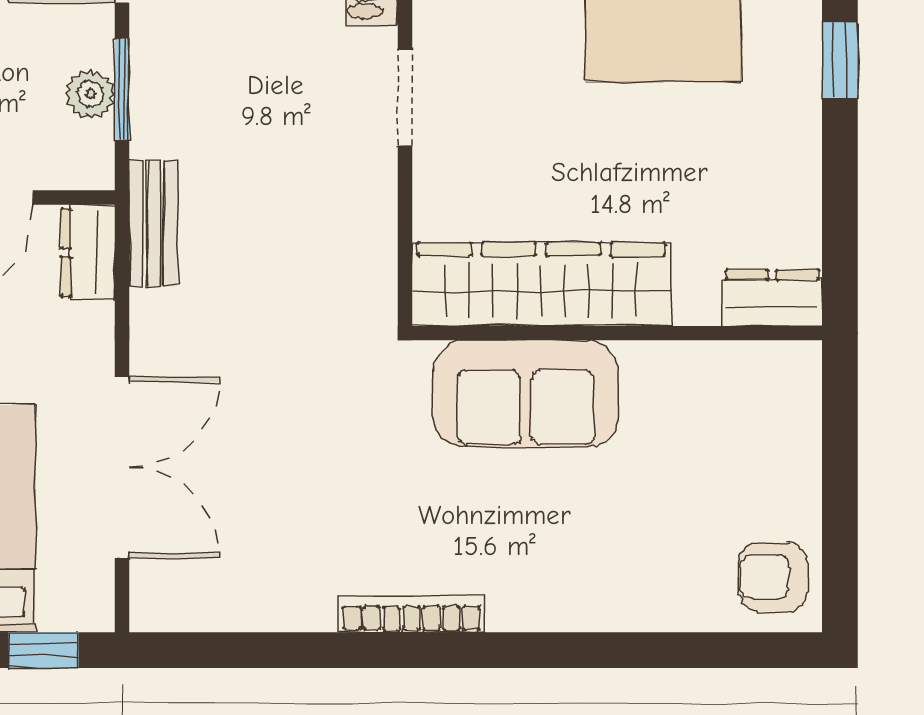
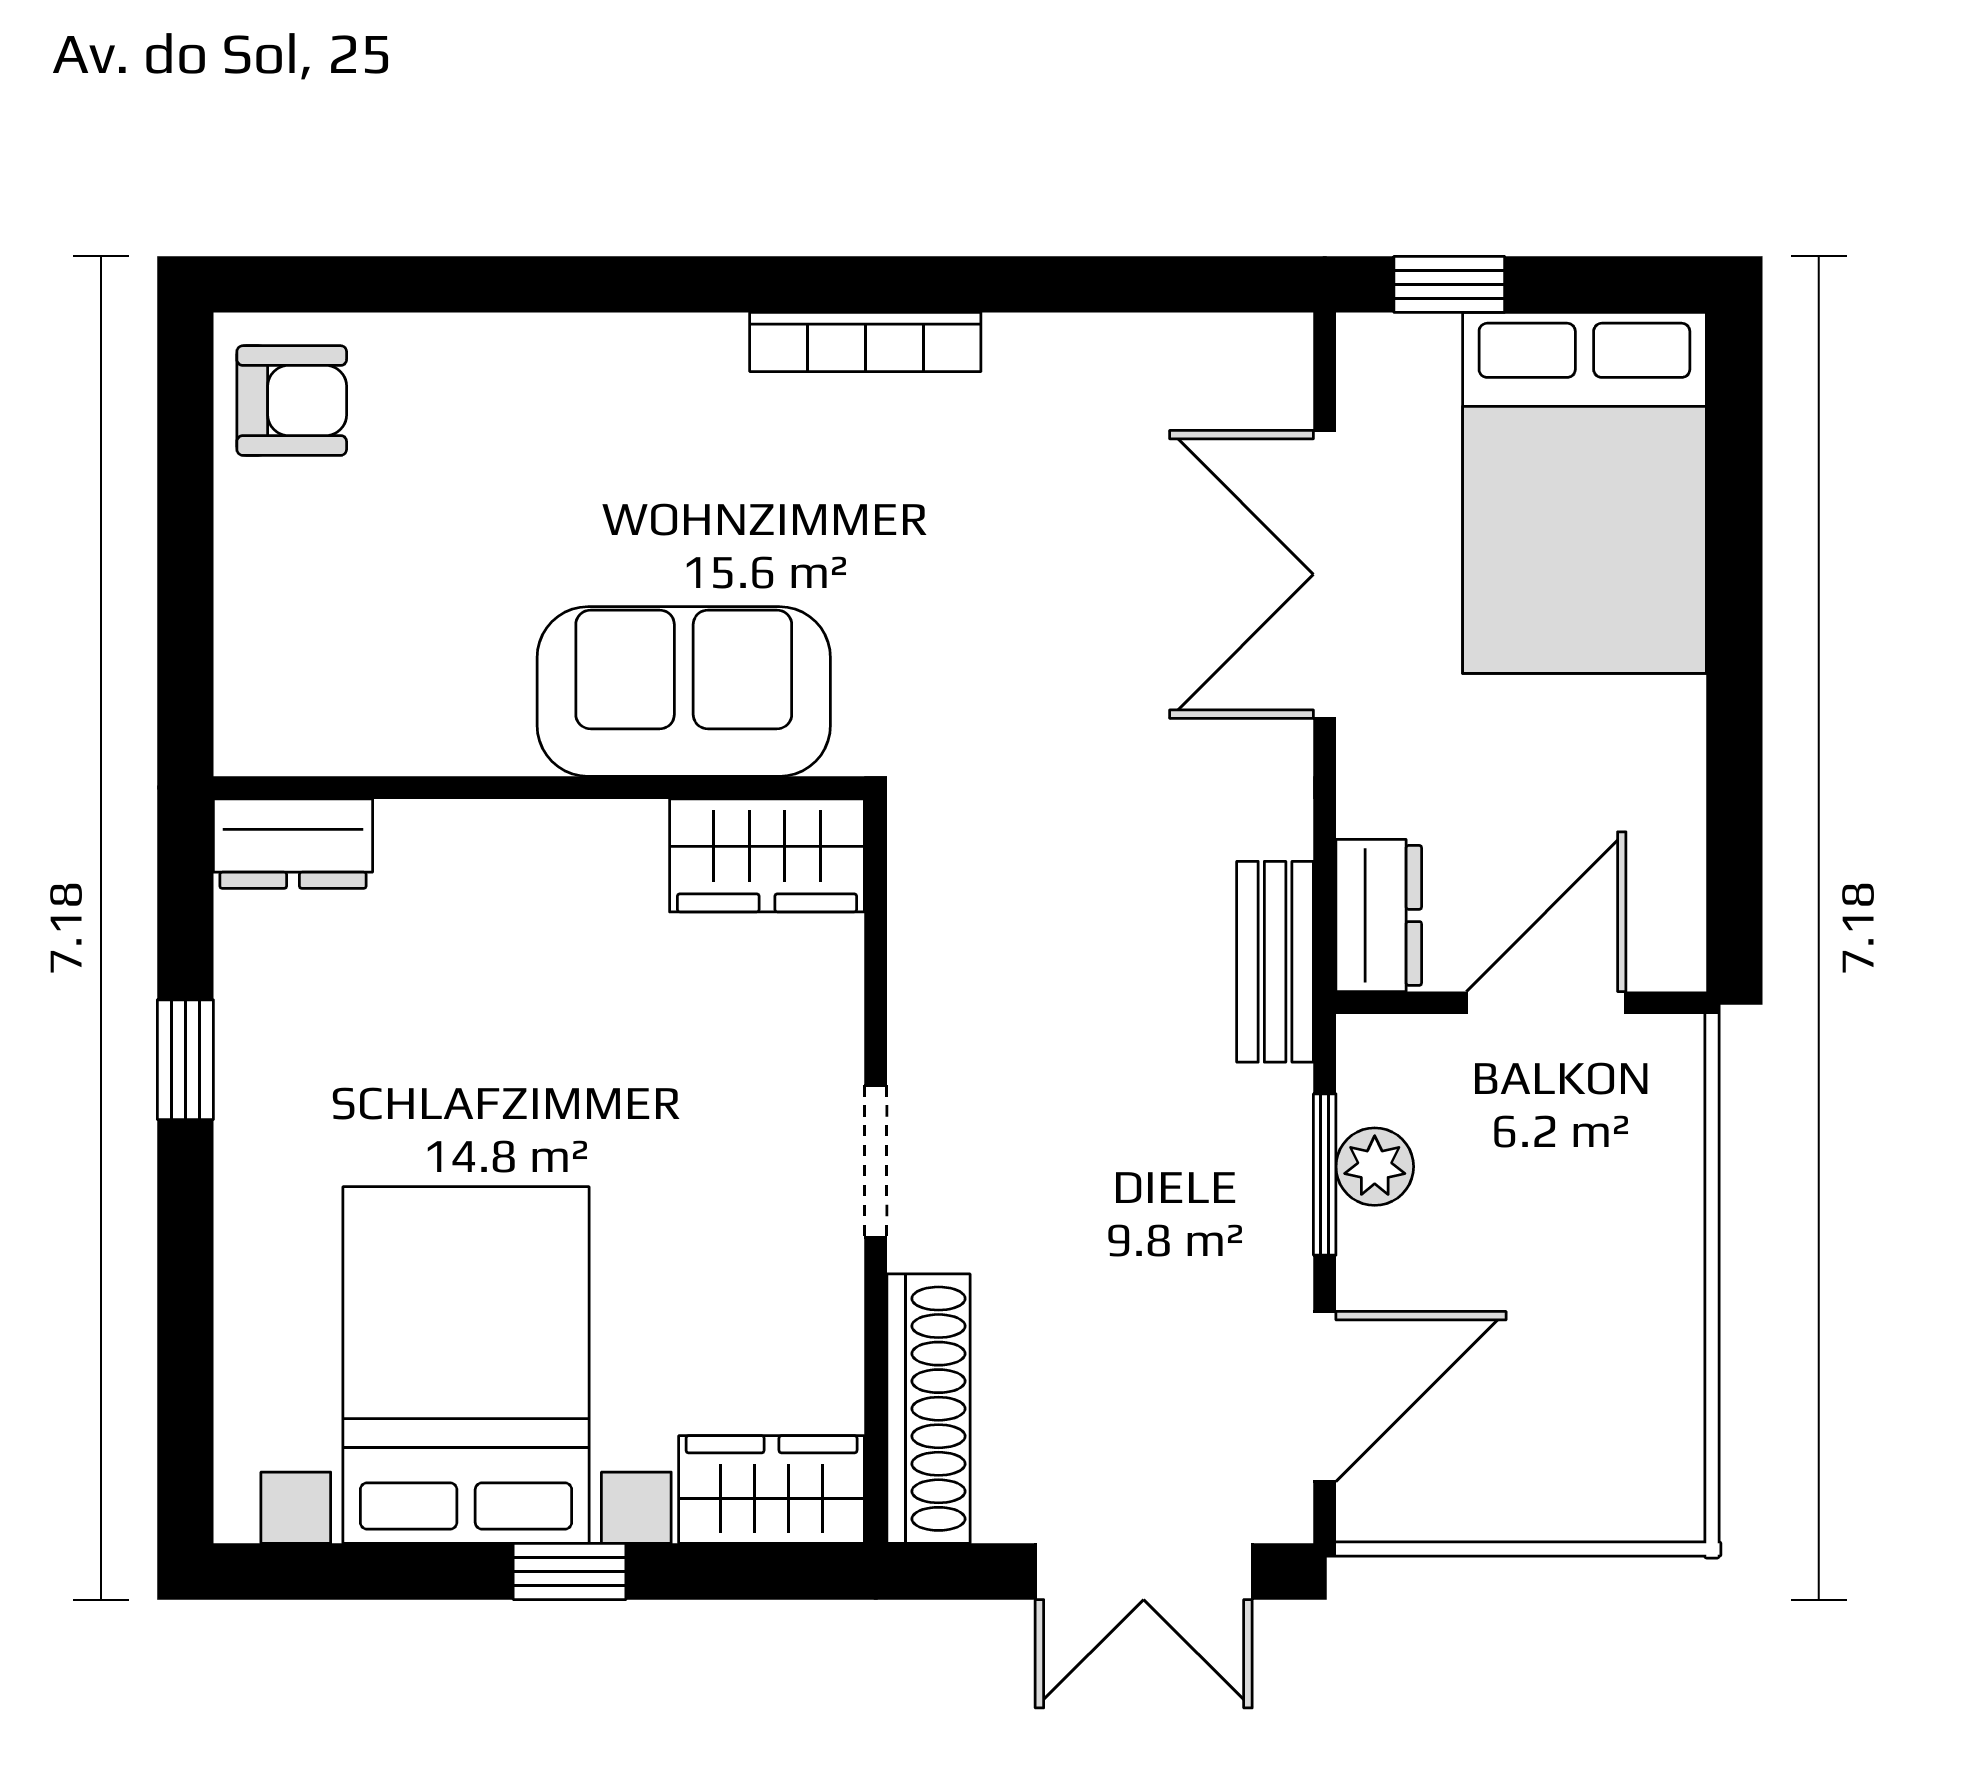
window: (840, 60) -> (185, 1060), moved
wardrobe: (541, 284) -> (767, 855), width x0.48, depth x0.85

